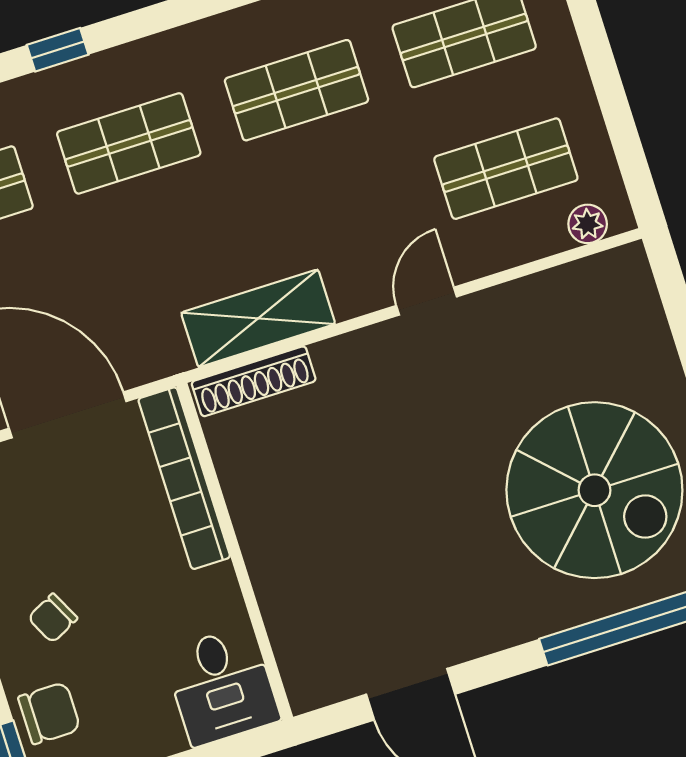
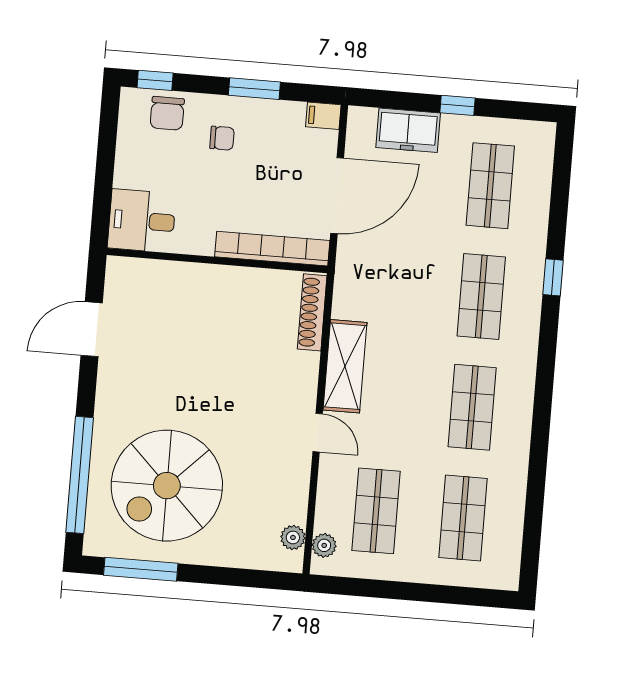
plant: (595, 274) -> (293, 537), added
shelving: (258, 318) -> (345, 366), moved
chair: (53, 618) -> (222, 138), turned 117

